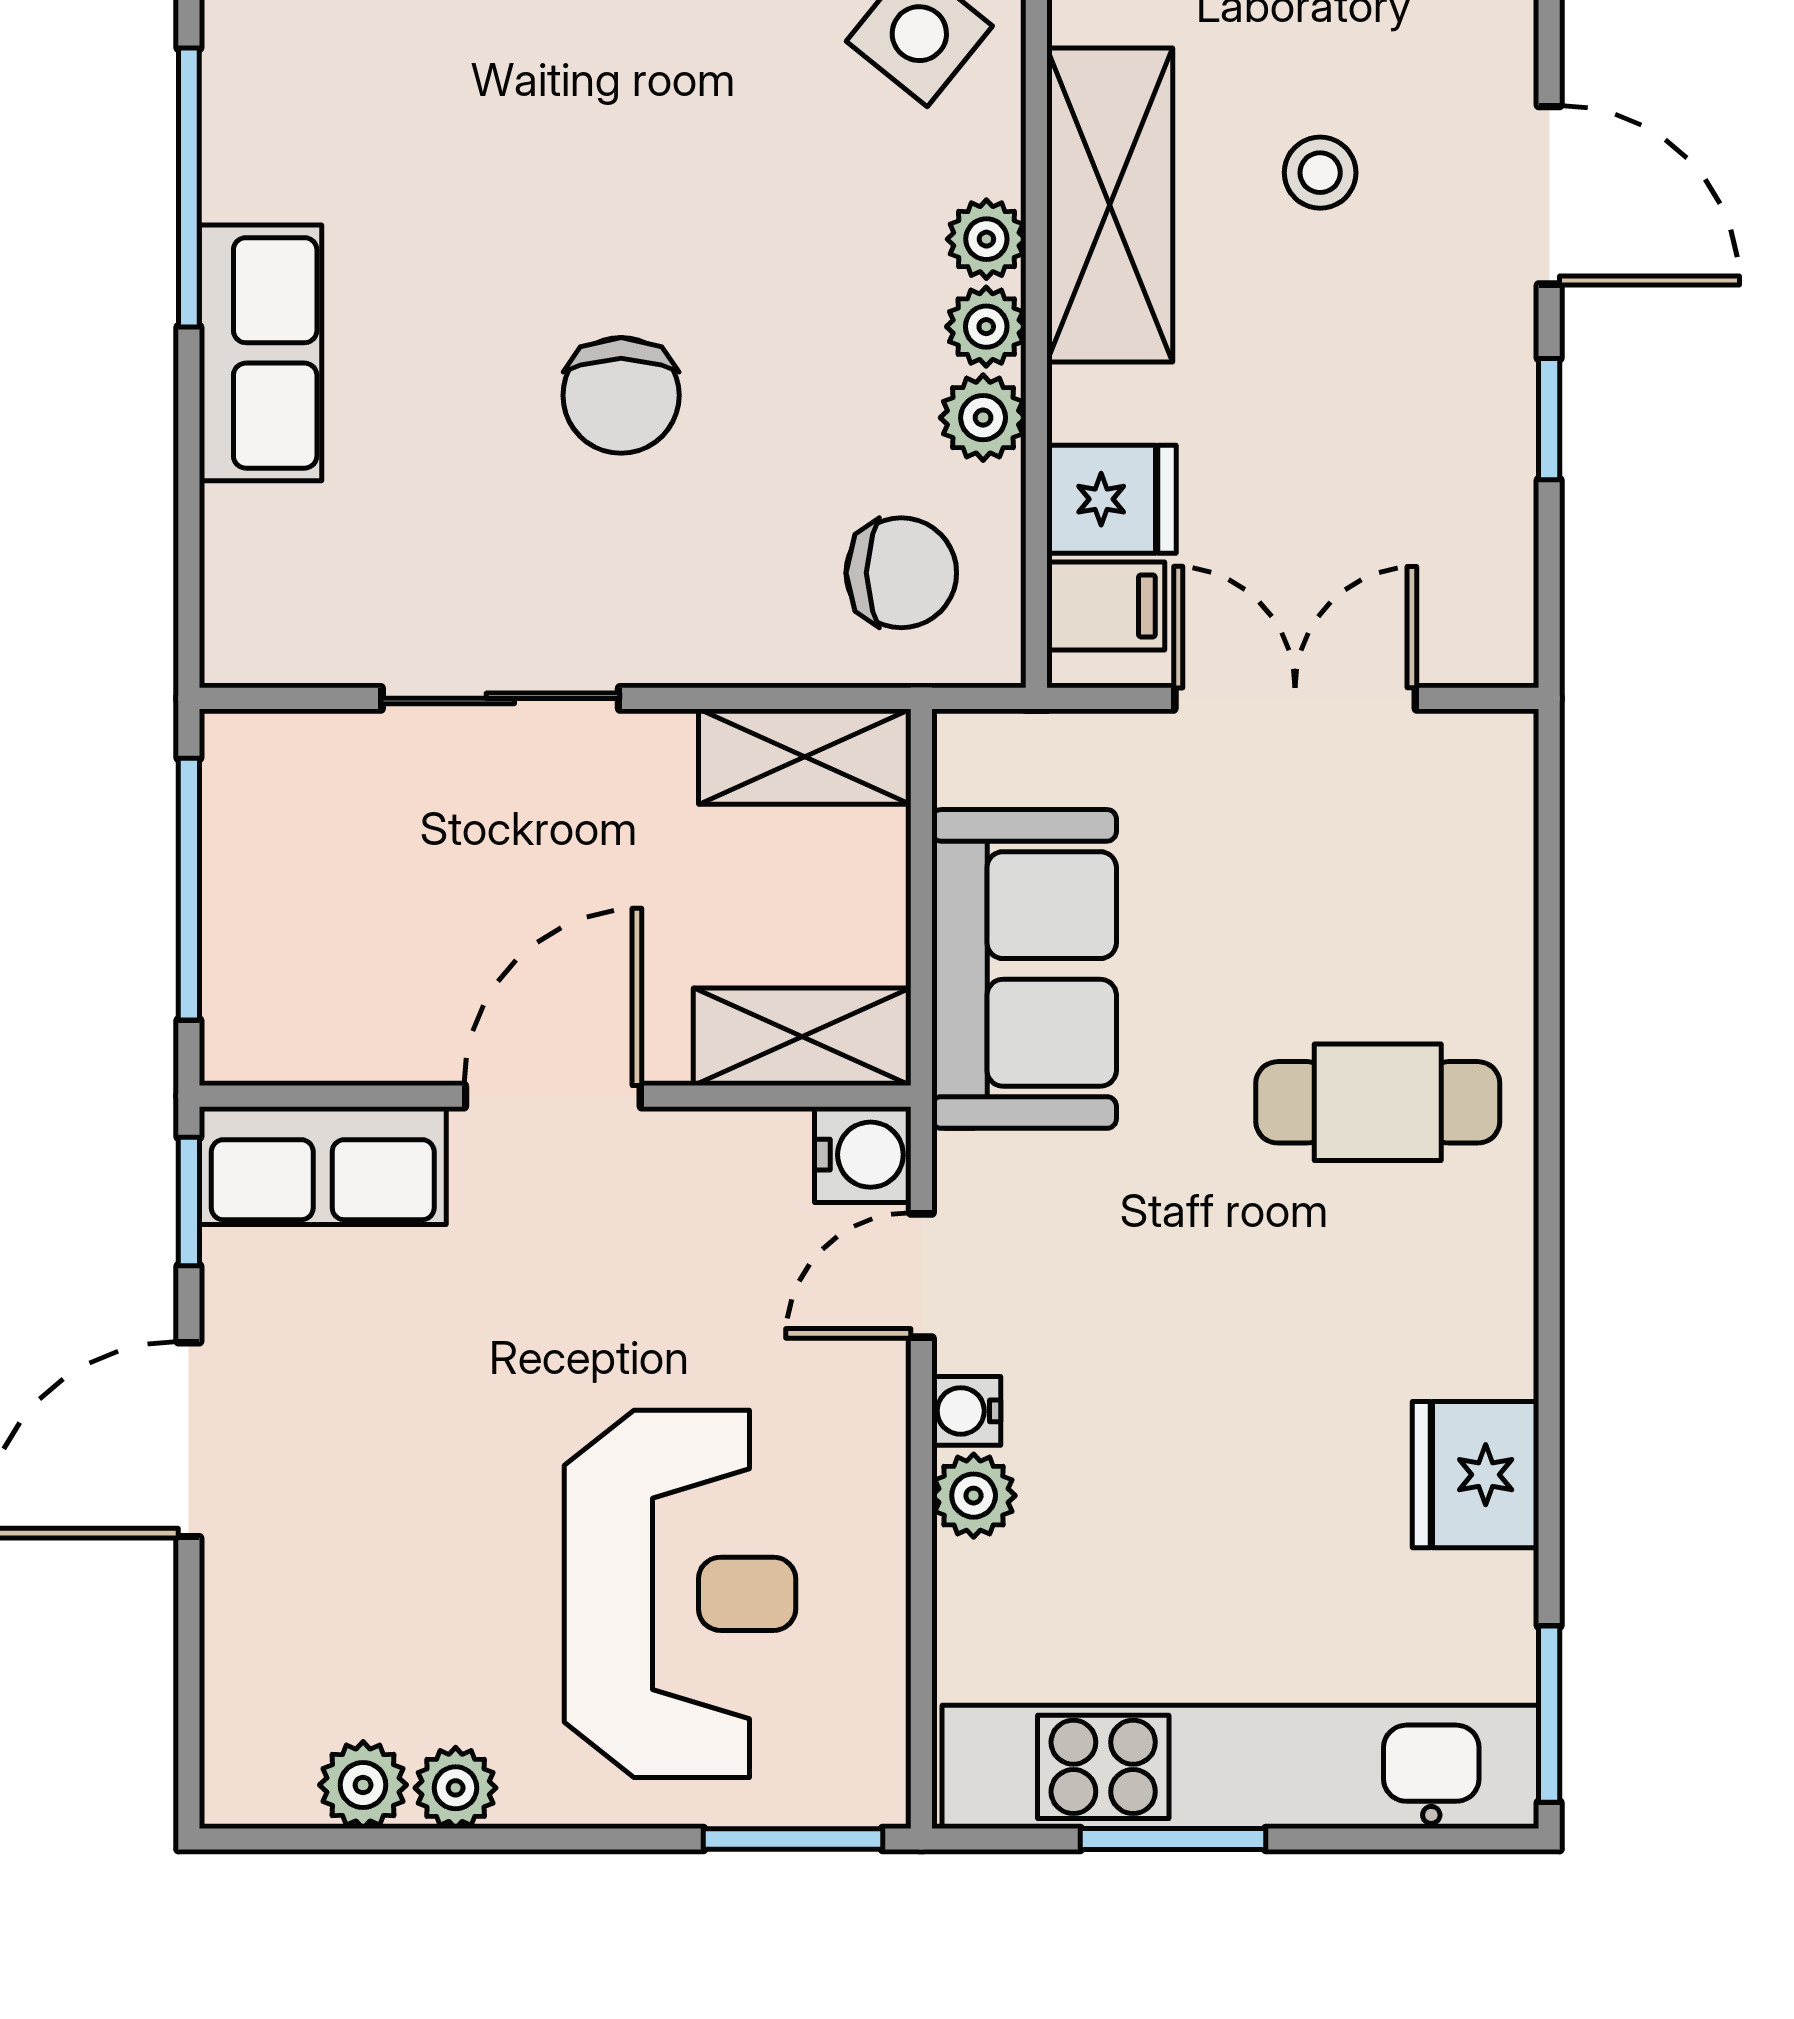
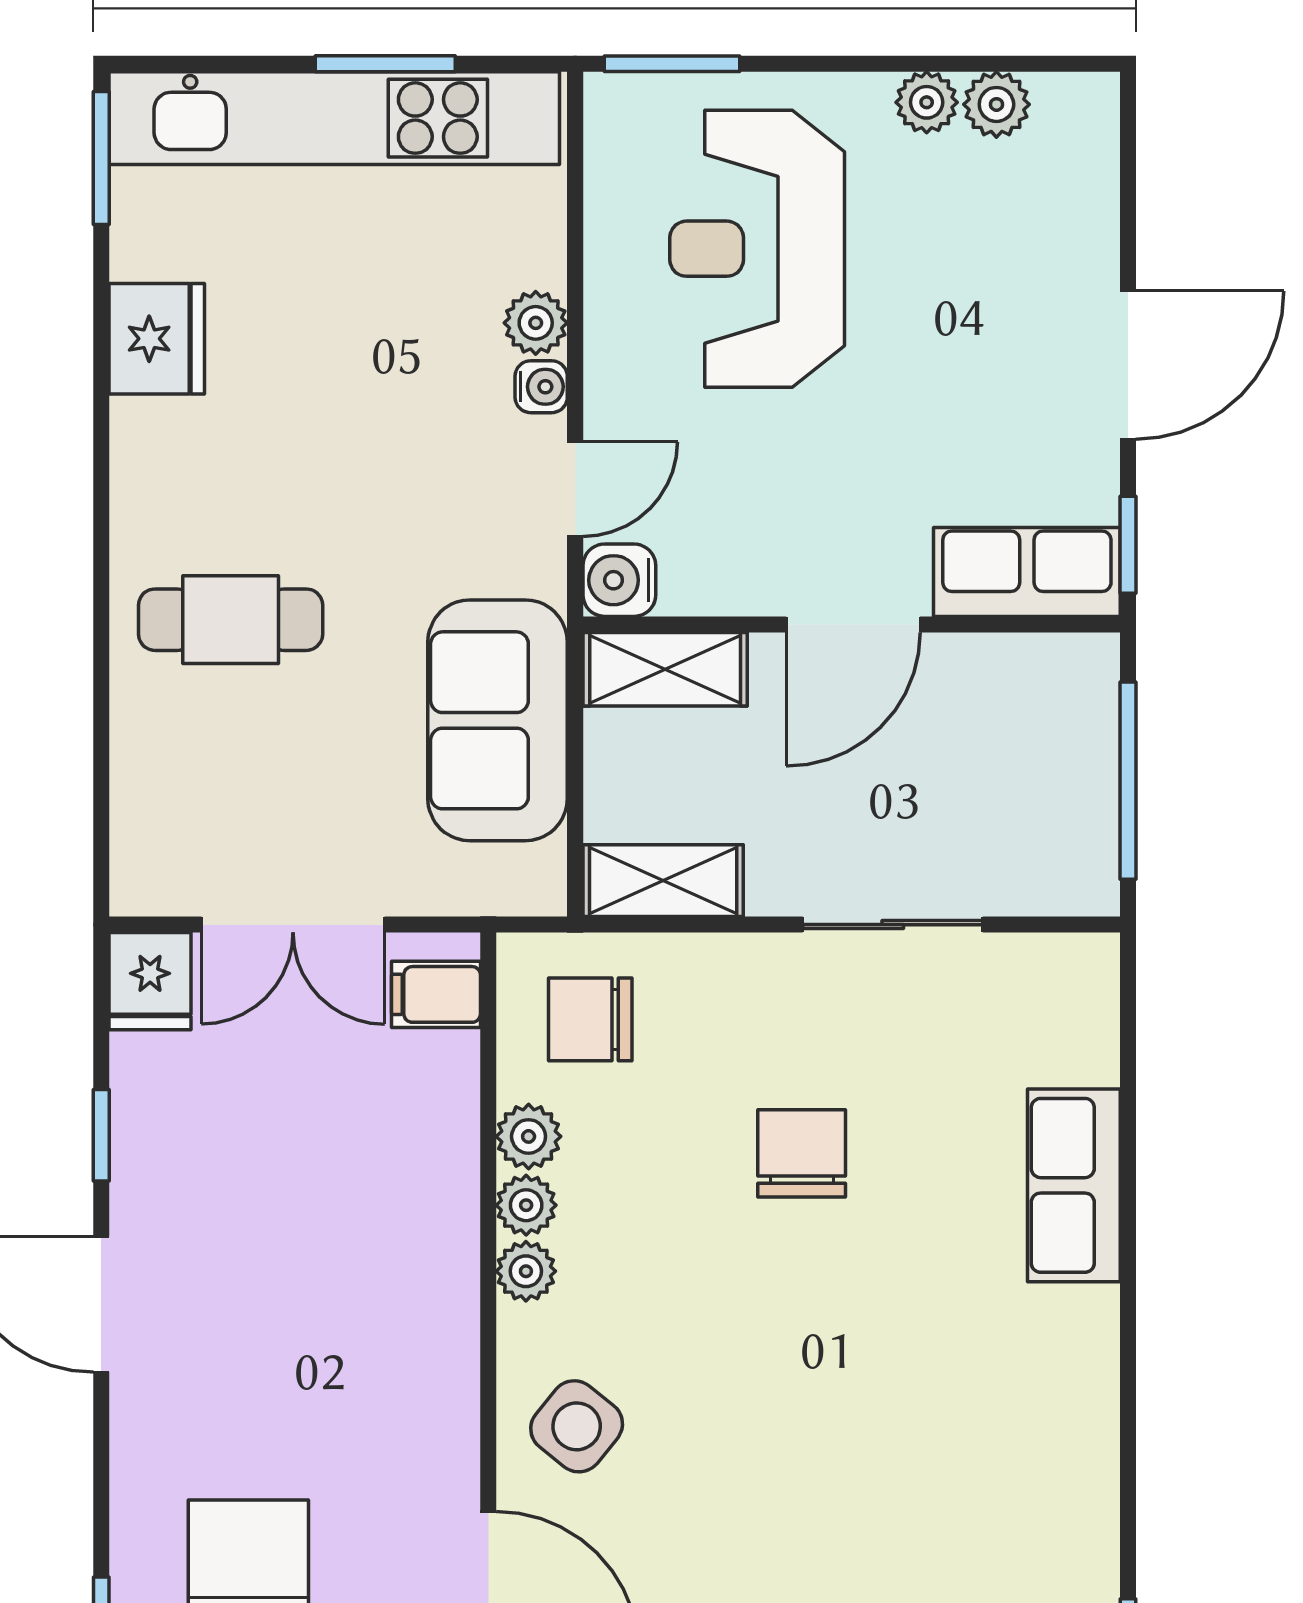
stool: (1320, 173) -> (274, 1321), removed
window: (189, 187) -> (1128, 1310), removed
shelving: (1110, 205) -> (433, 1297), removed
fridge: (1111, 499) -> (150, 981), moved, turned -90

